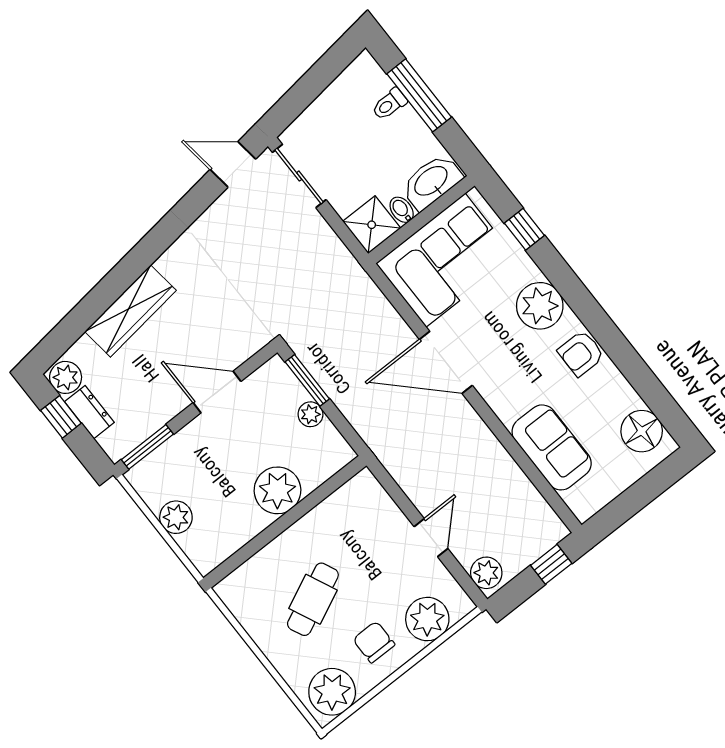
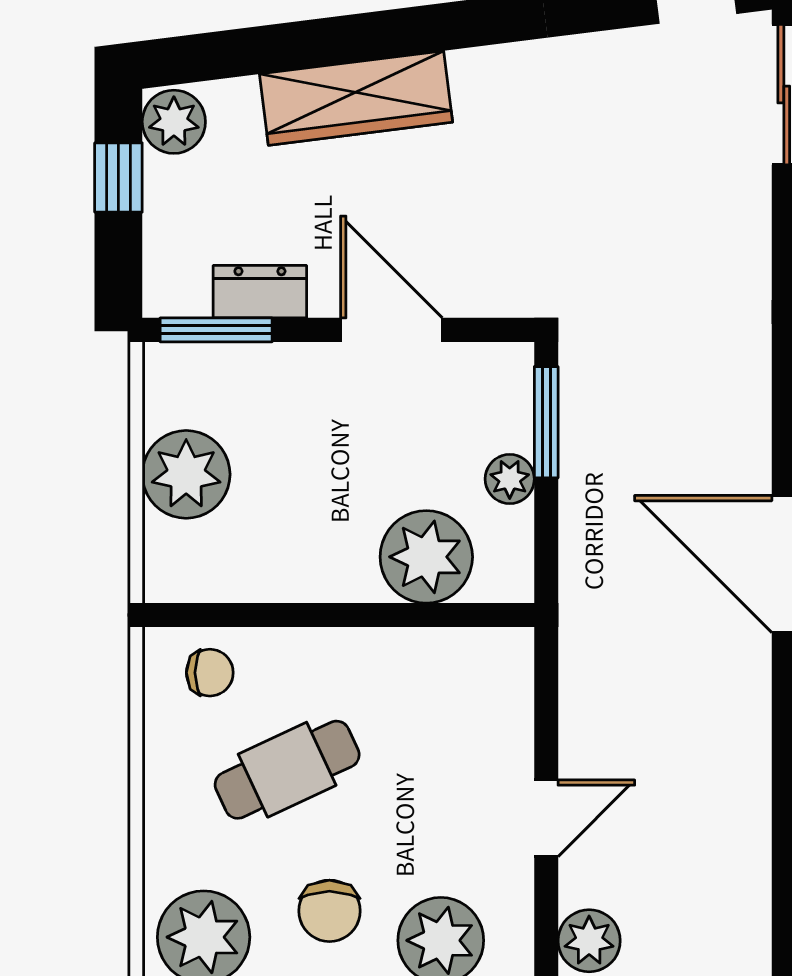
dresser: (89, 412) -> (260, 292), moved, turned -90
plant: (277, 490) -> (426, 557), moved
plant: (176, 517) -> (186, 474), width x1.36, depth x1.36
chair: (252, 585) -> (210, 673), added
chair: (374, 642) -> (329, 911), turned 180

